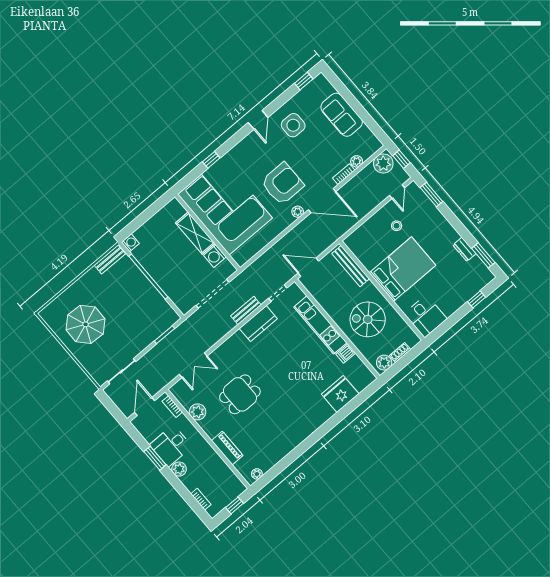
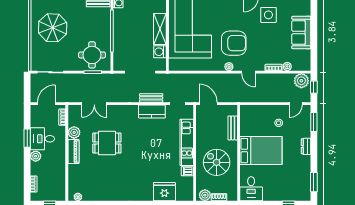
door: (322, 201) -> (248, 72), width x0.53
dresser: (464, 249) -> (306, 146), moved
bench: (351, 266) -> (233, 128), width x0.73
round table: (149, 318) -> (92, 55), added
piano: (227, 448) -> (73, 151), moved

